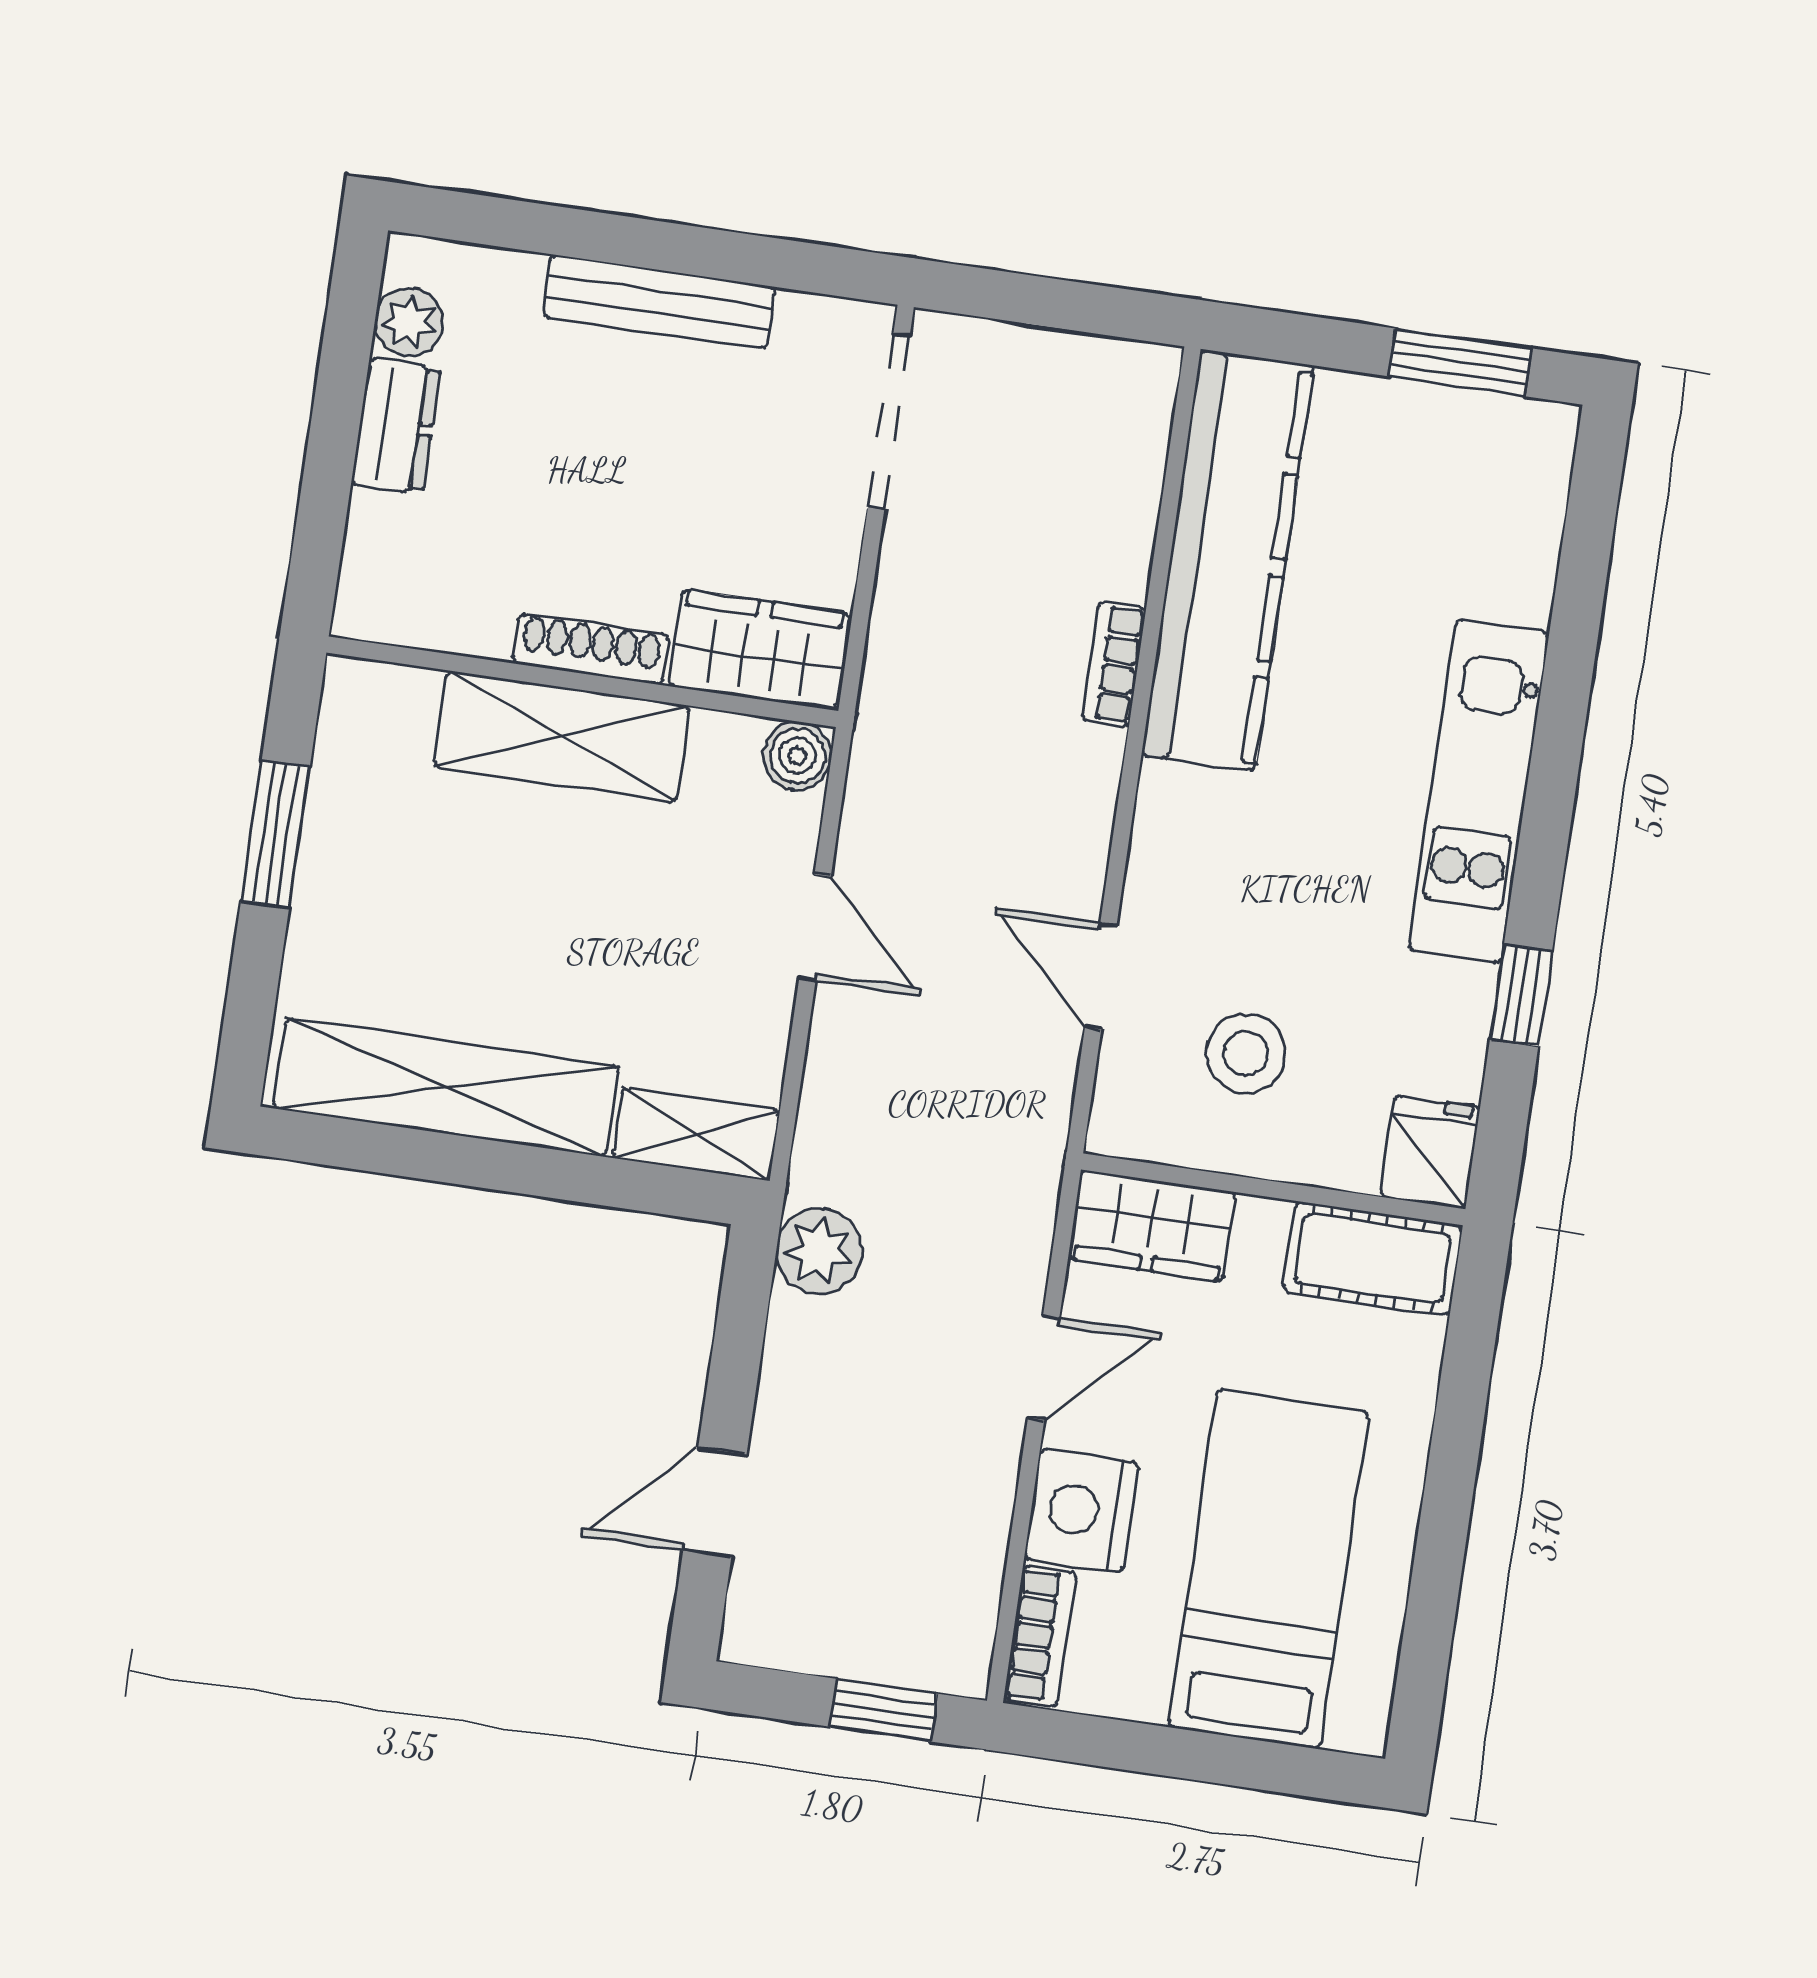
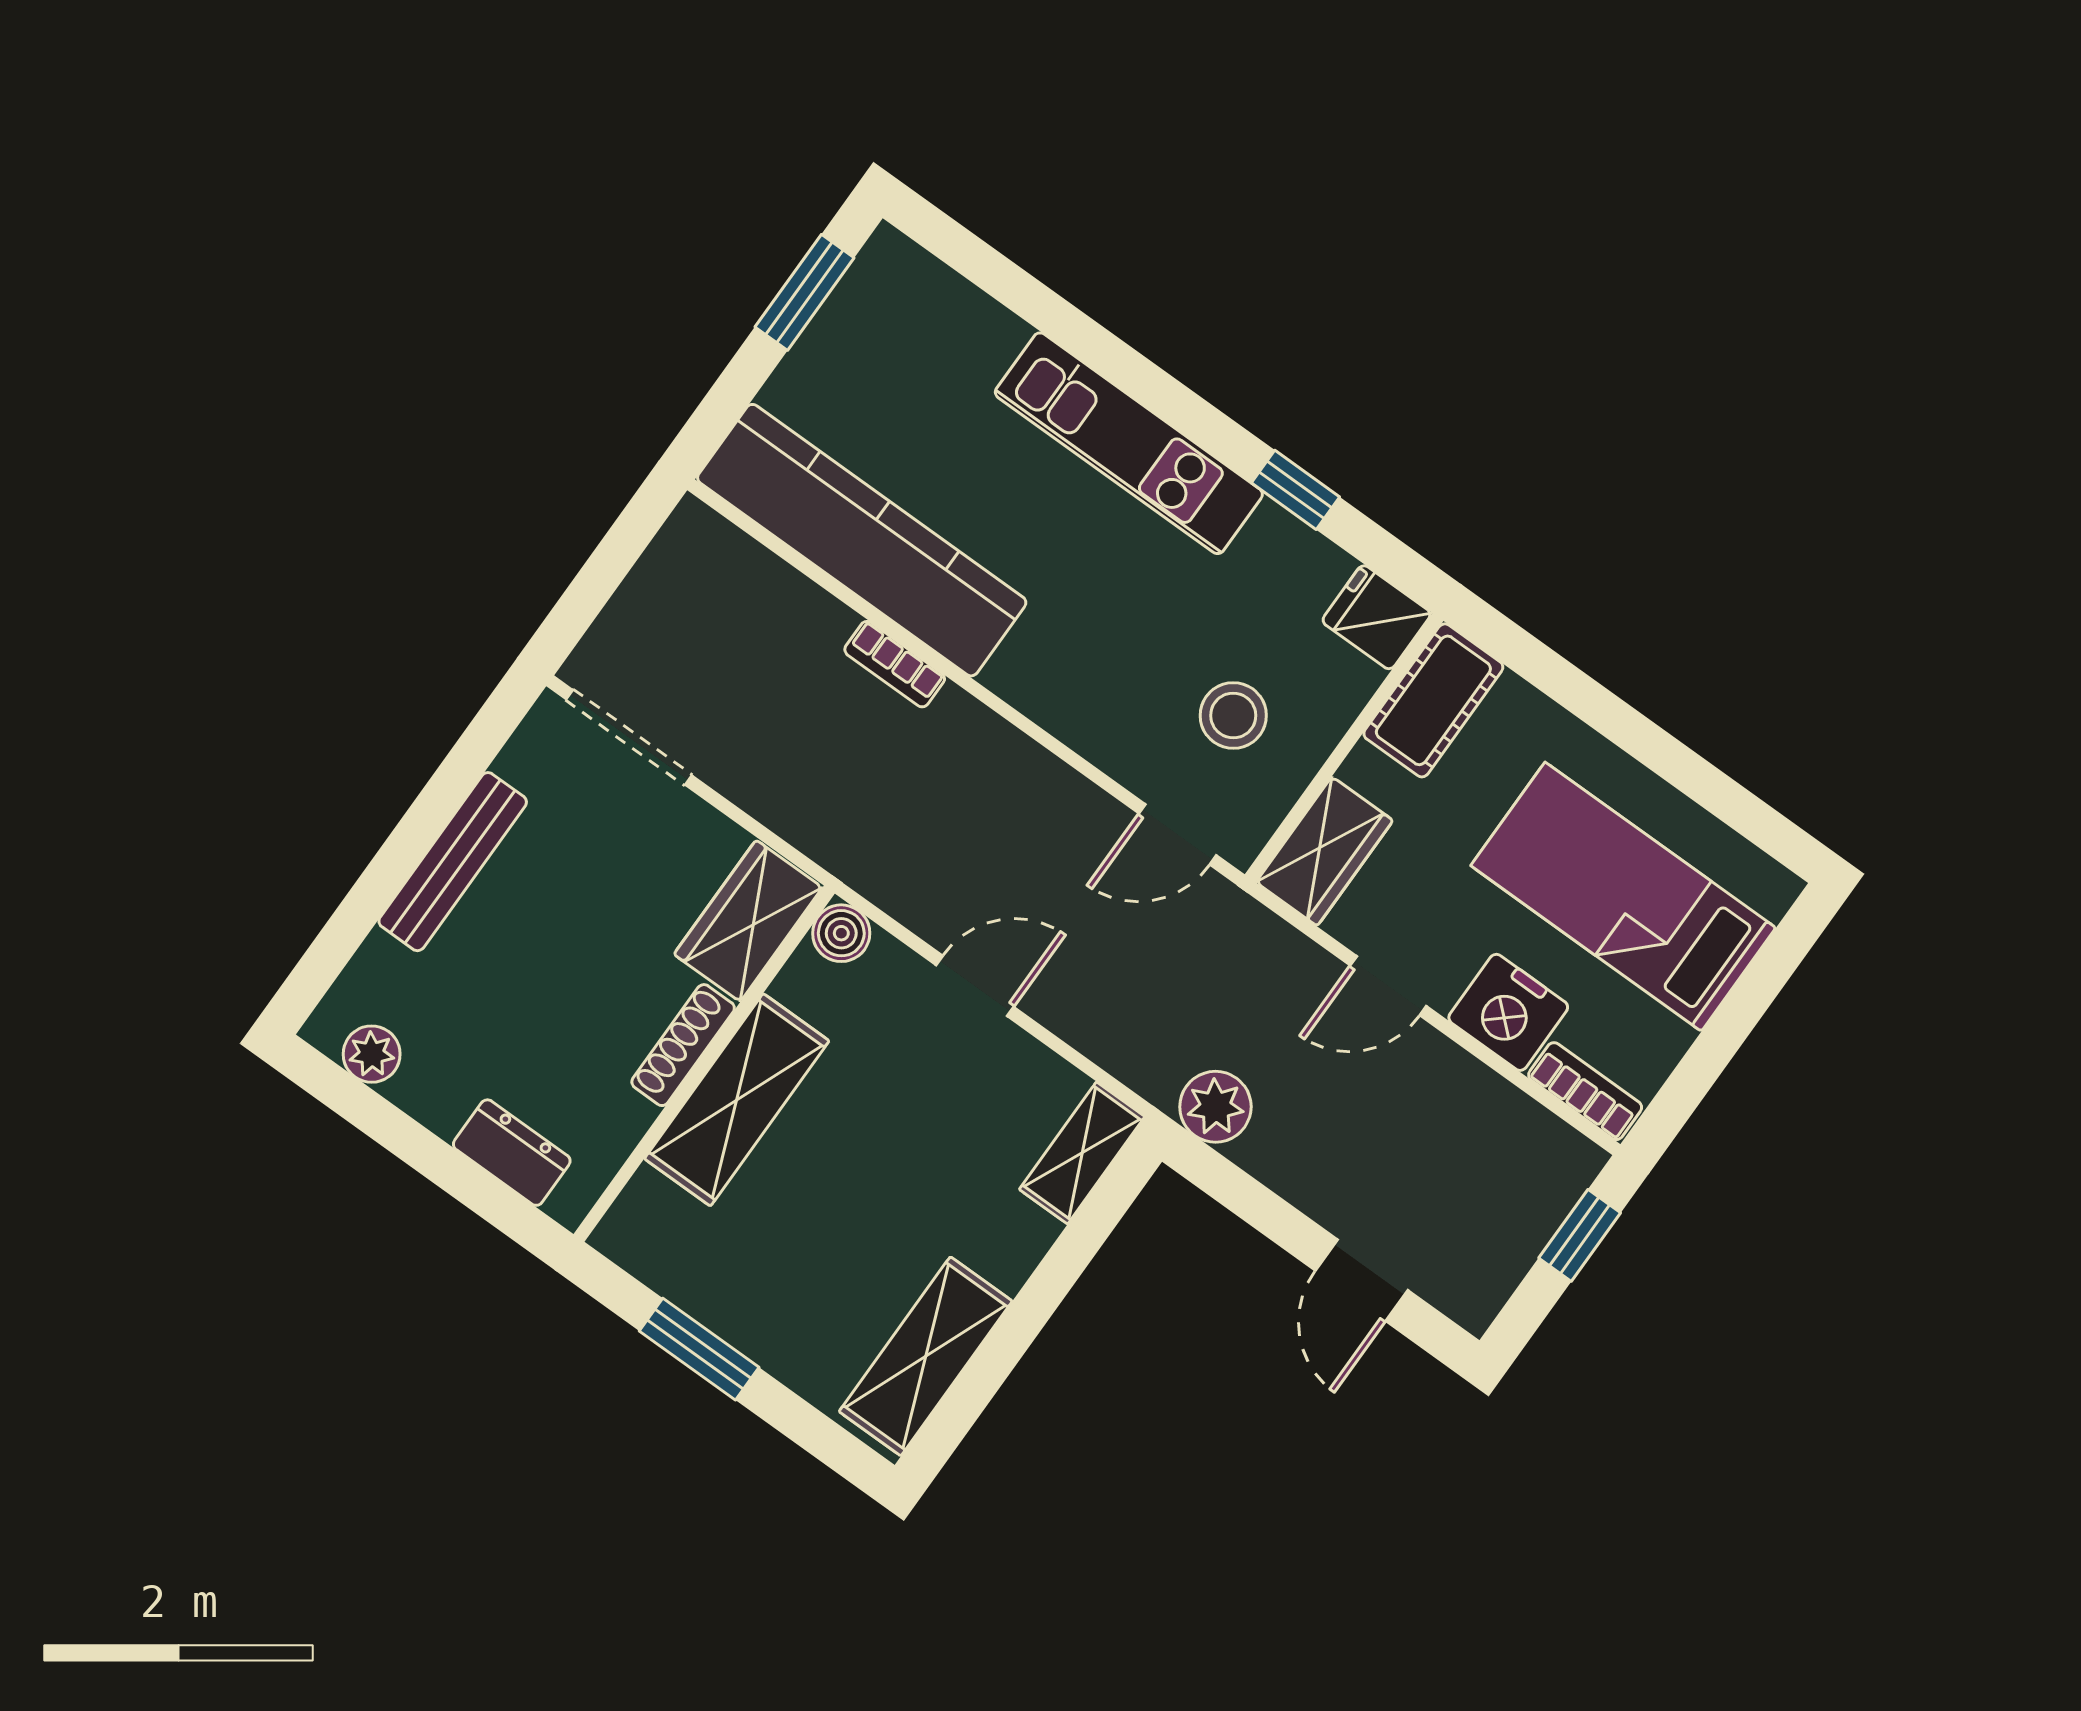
dresser: (396, 426) -> (512, 1153), moved
door: (1101, 976) -> (1177, 834), moved
shelving: (446, 1087) -> (926, 1356), width x0.68
door: (1044, 1368) -> (1388, 986), swing flipped

